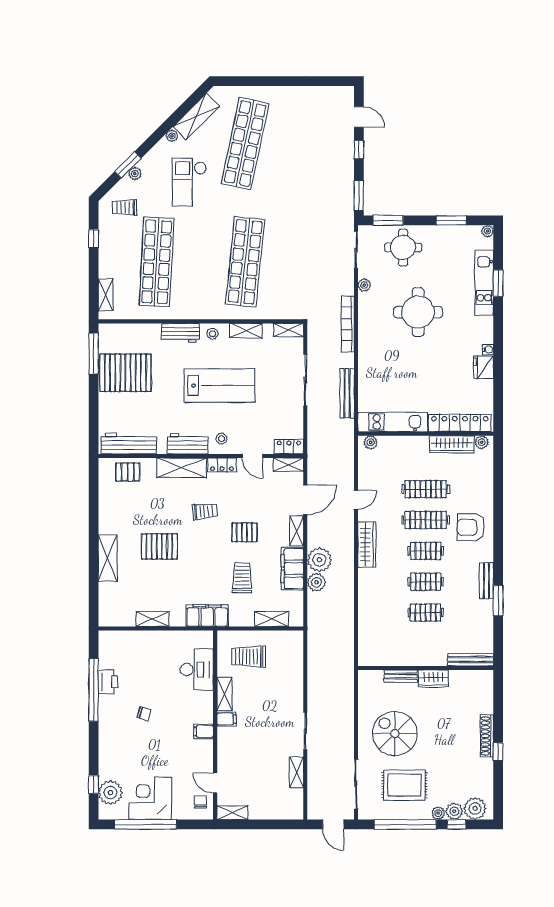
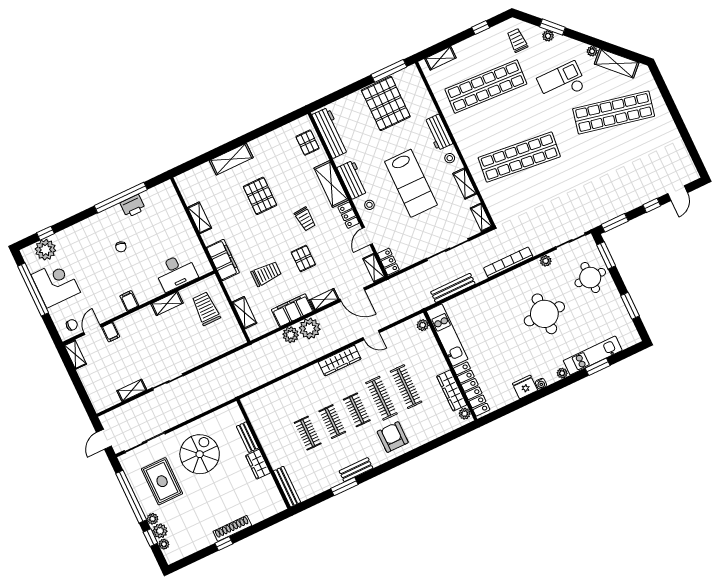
plant: (487, 231) -> (562, 373), moved
filing cabinet: (226, 719) -> (111, 332), moved
plant: (475, 808) -> (164, 544), width x0.53, depth x0.53

